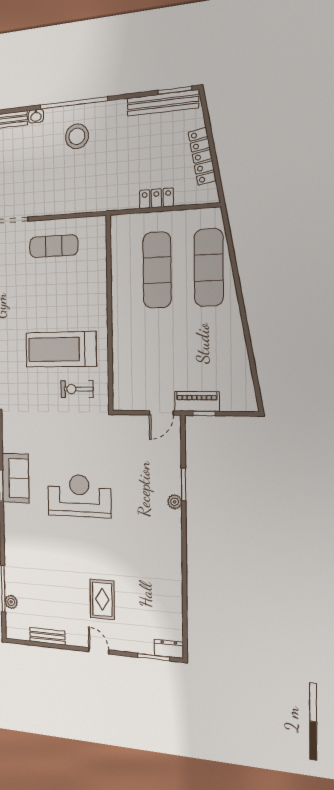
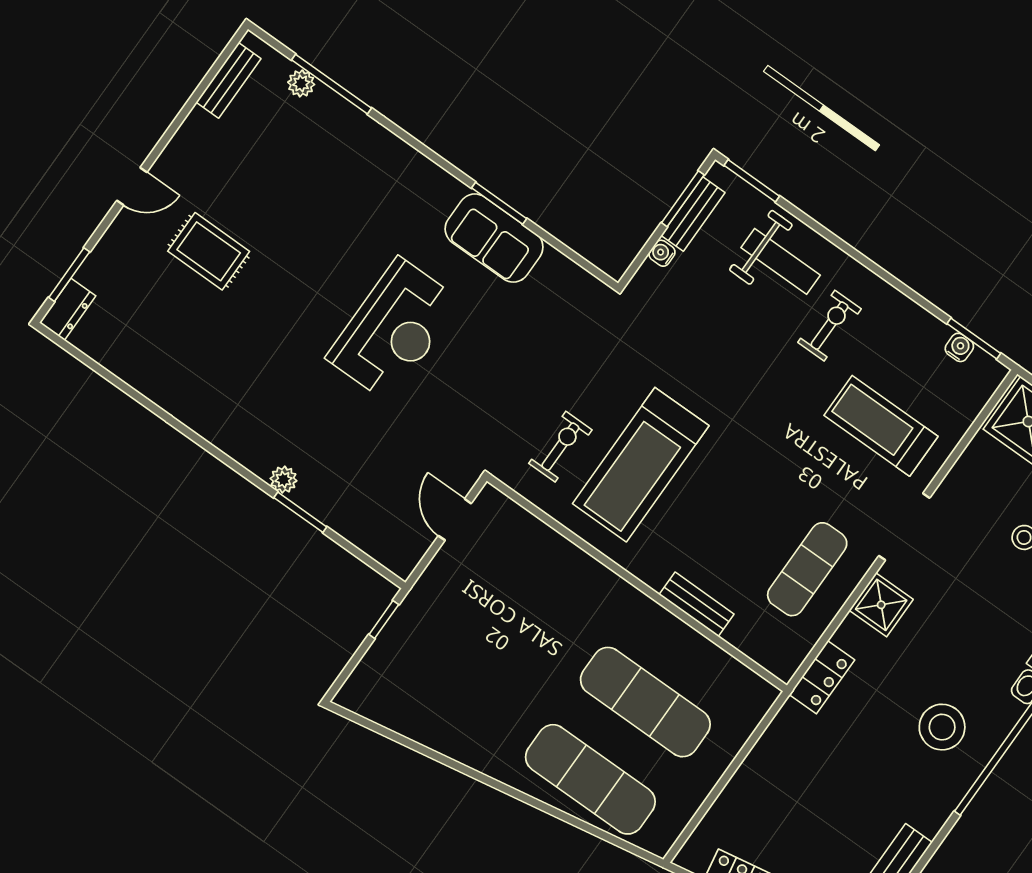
locker: (156, 198) -> (822, 677), moved
shower: (46, 204) -> (881, 605), added
bench: (100, 281) -> (697, 604), added
treadmill: (61, 349) -> (641, 465), turned 180
piano: (197, 401) -> (409, 621), removed
door: (161, 413) -> (455, 520), moved
bench: (47, 636) -> (229, 80), moved

